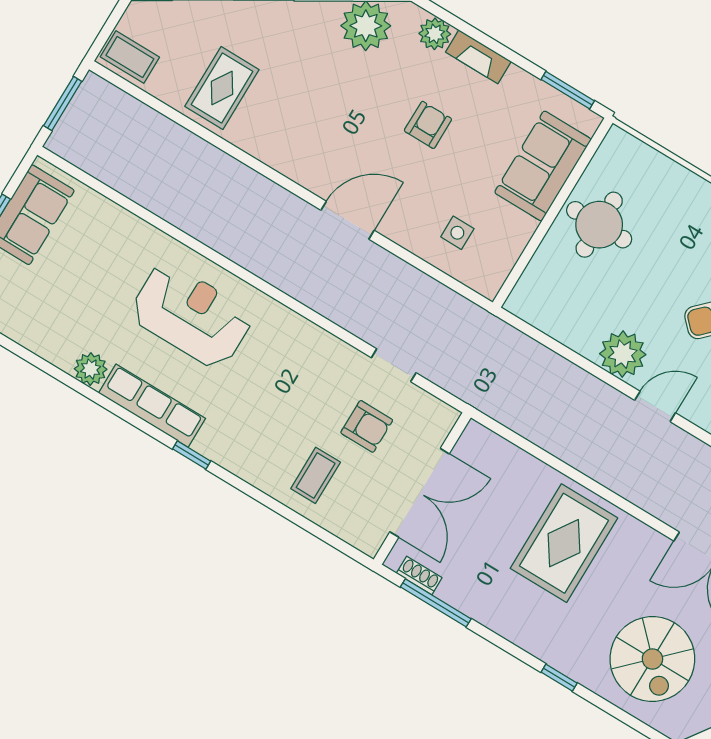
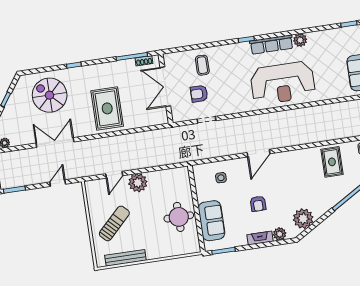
reception desk: (191, 315) -> (283, 83), width x1.36, depth x1.30

